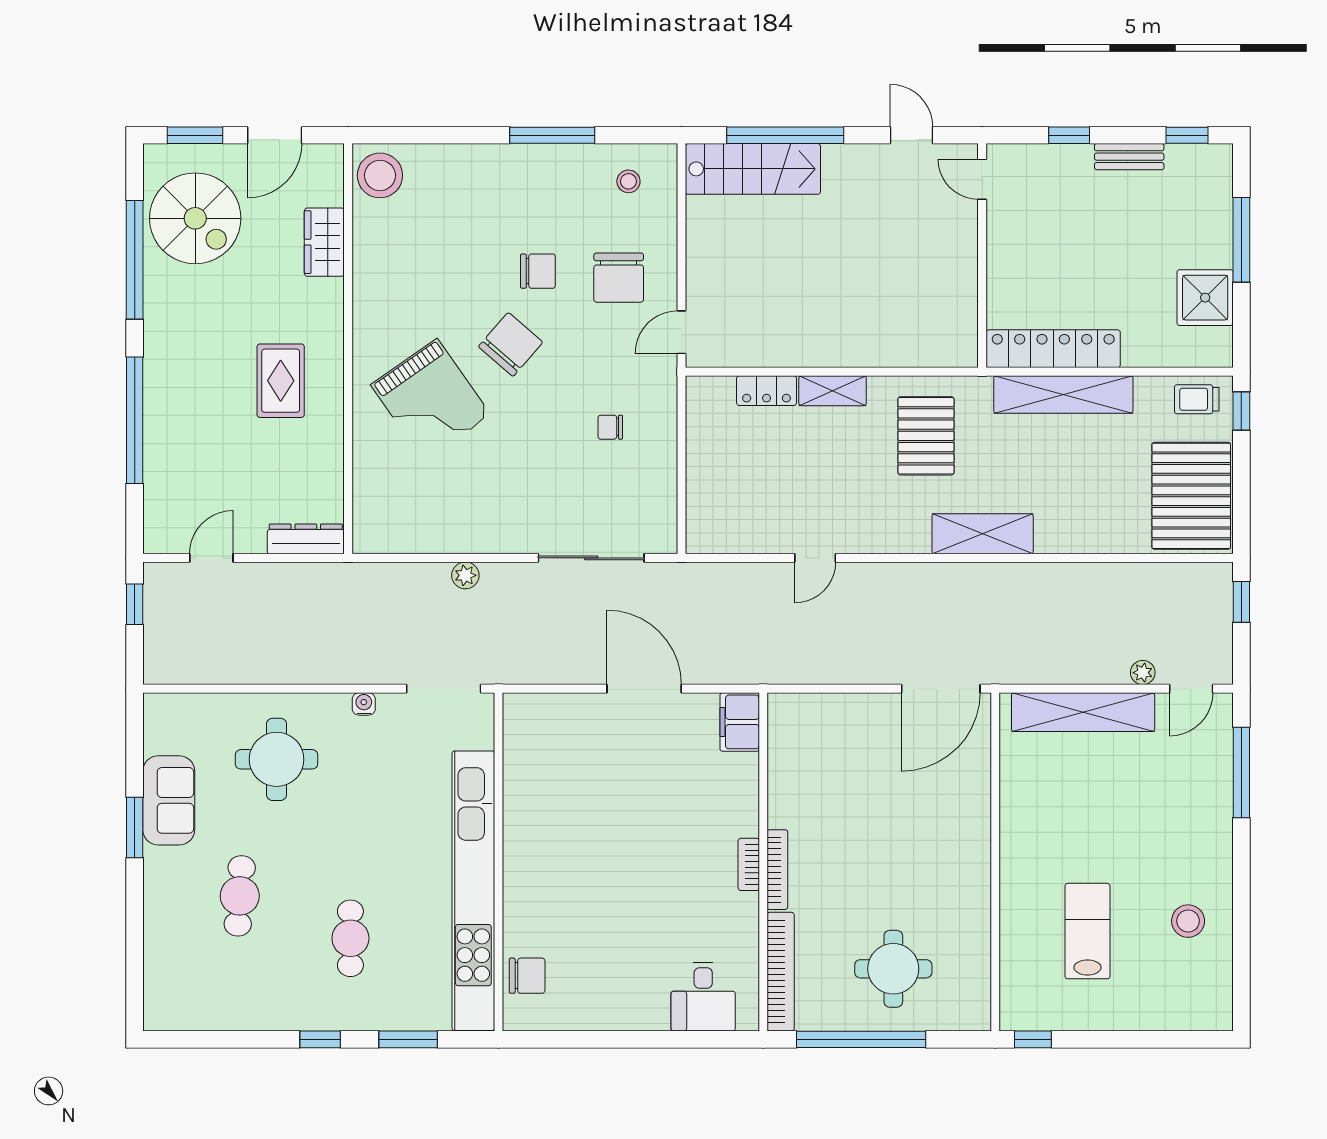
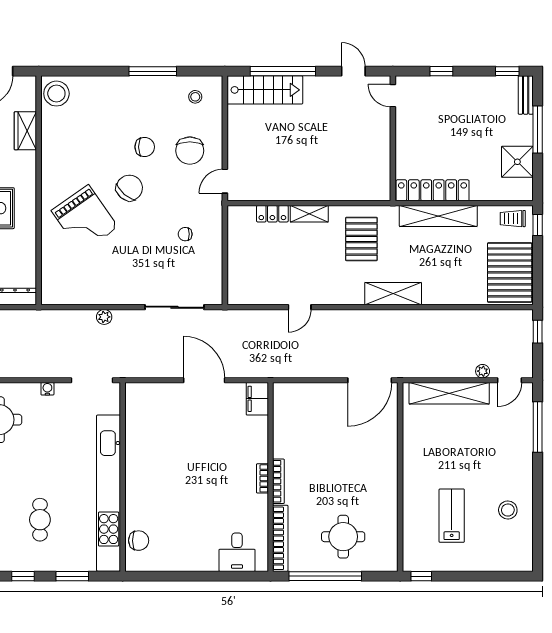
bench: (1129, 157) -> (526, 95), moved, turned 90

